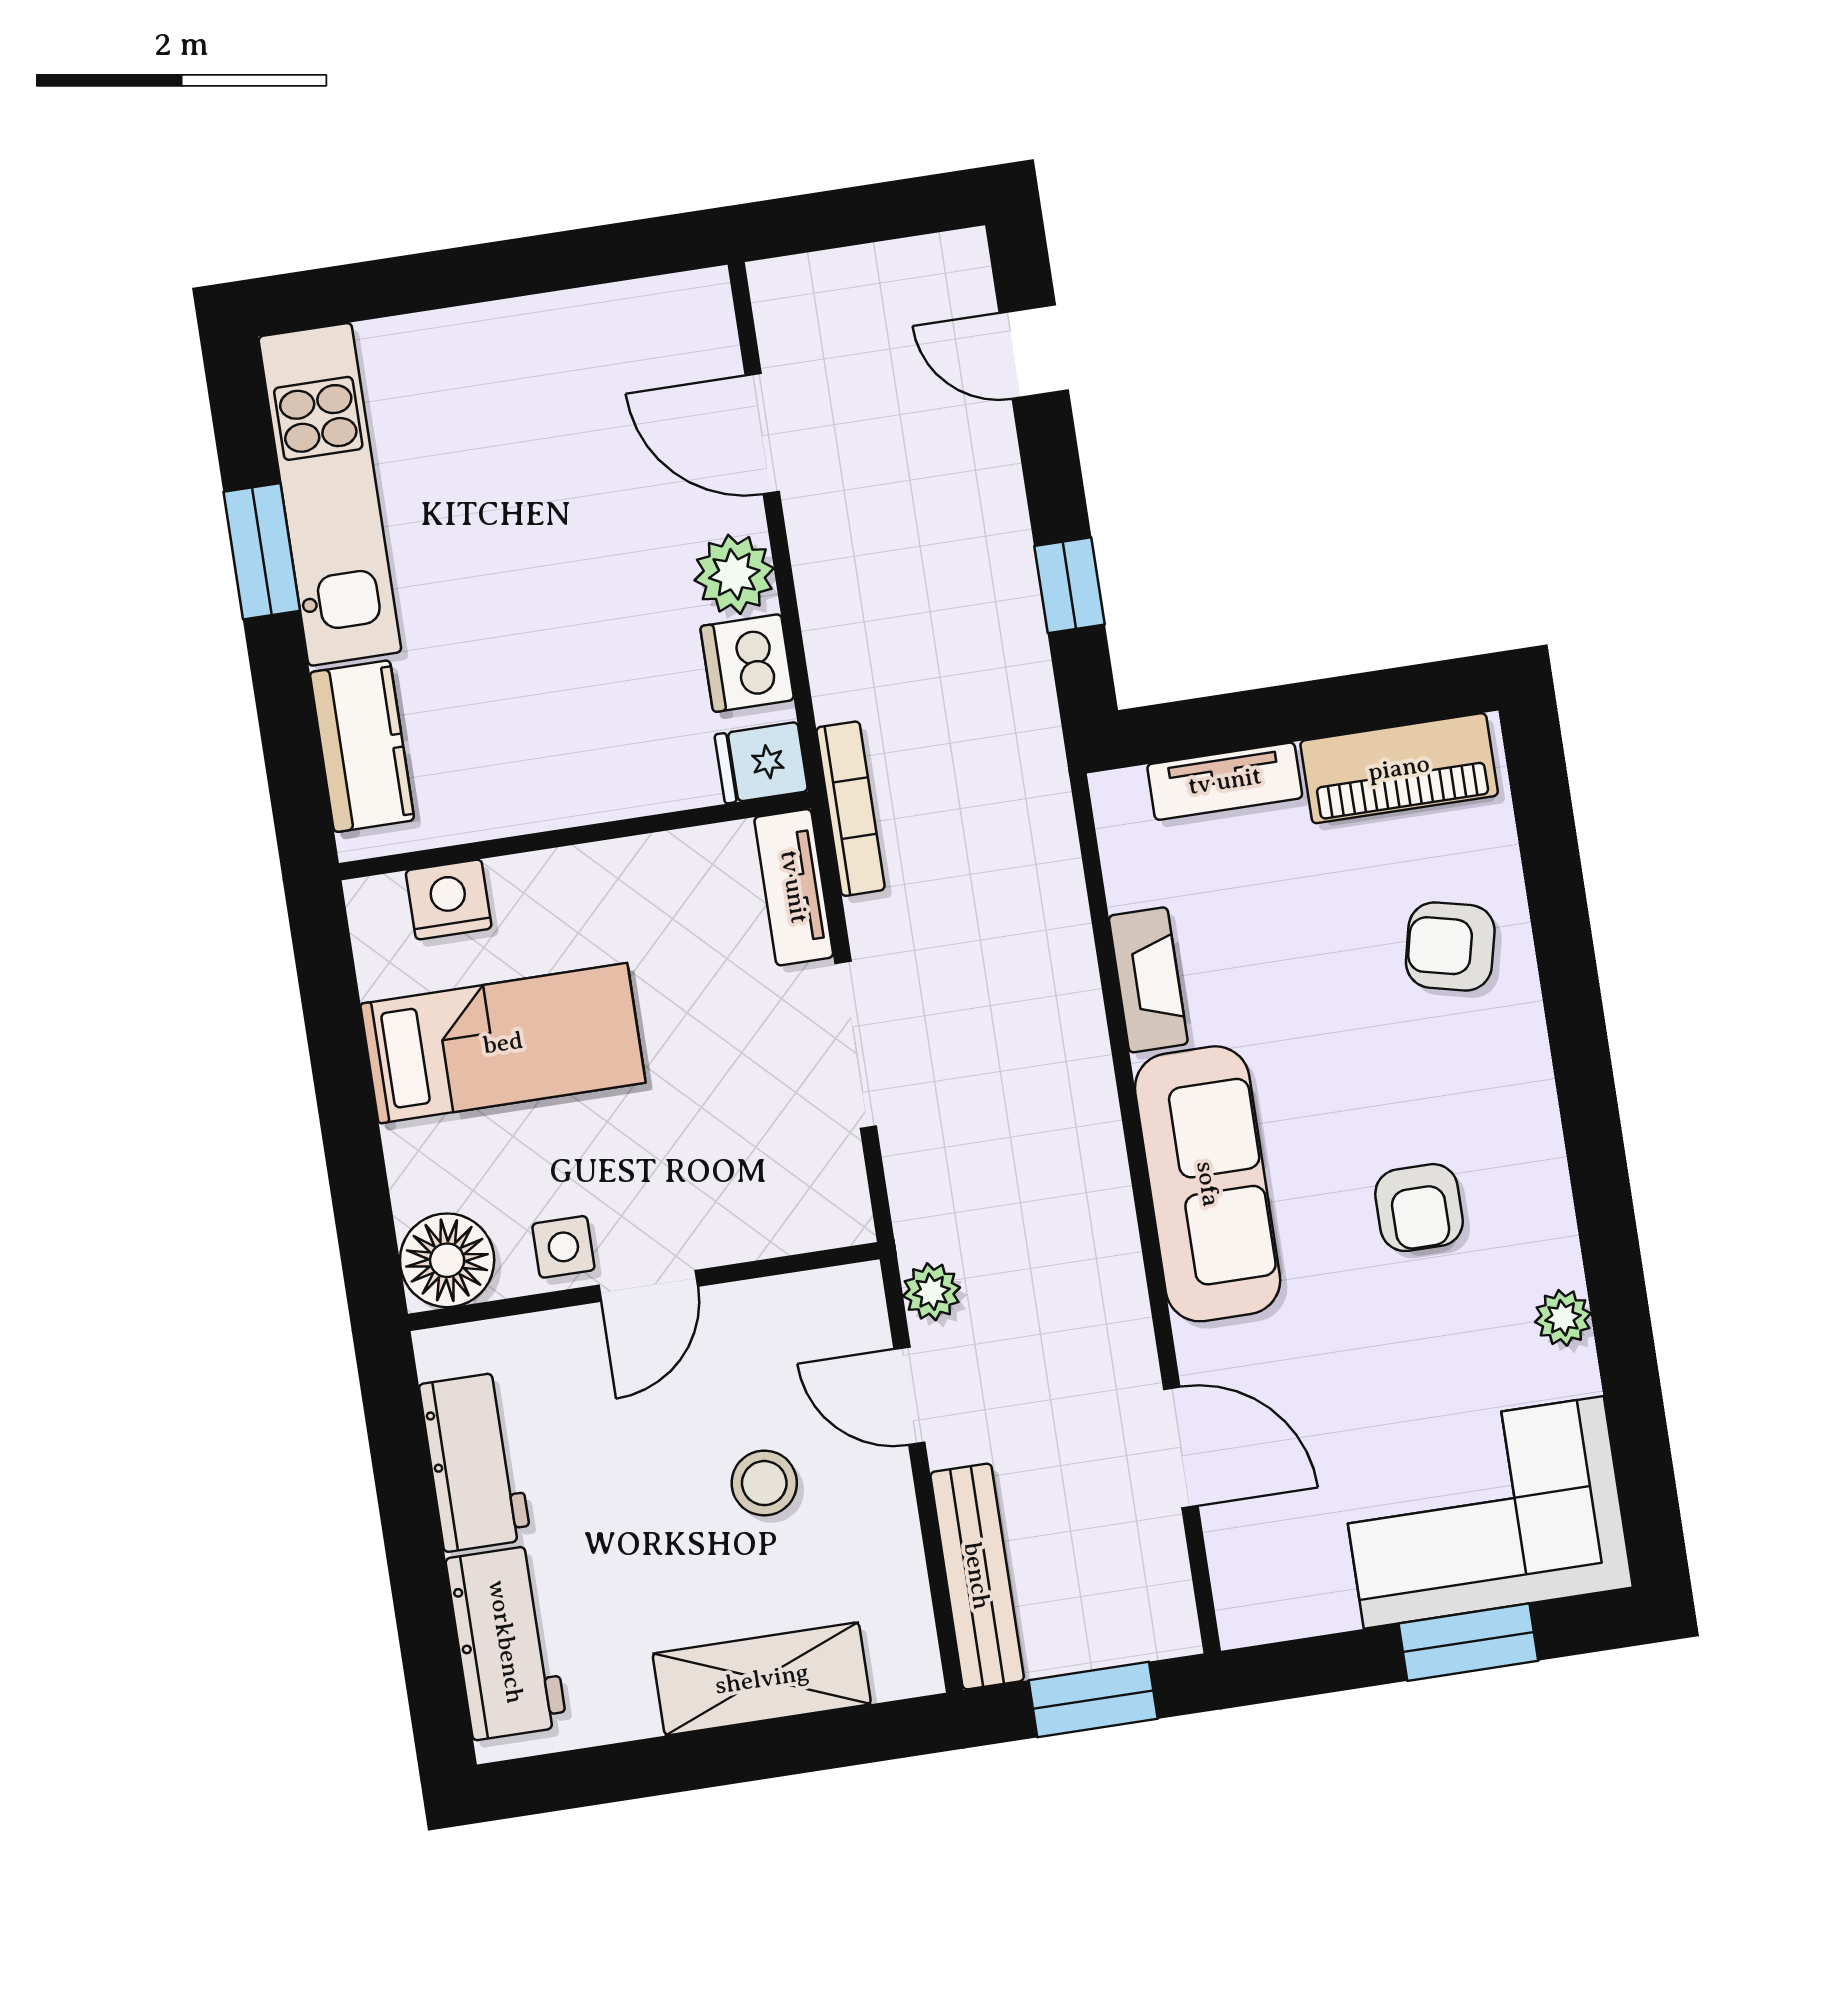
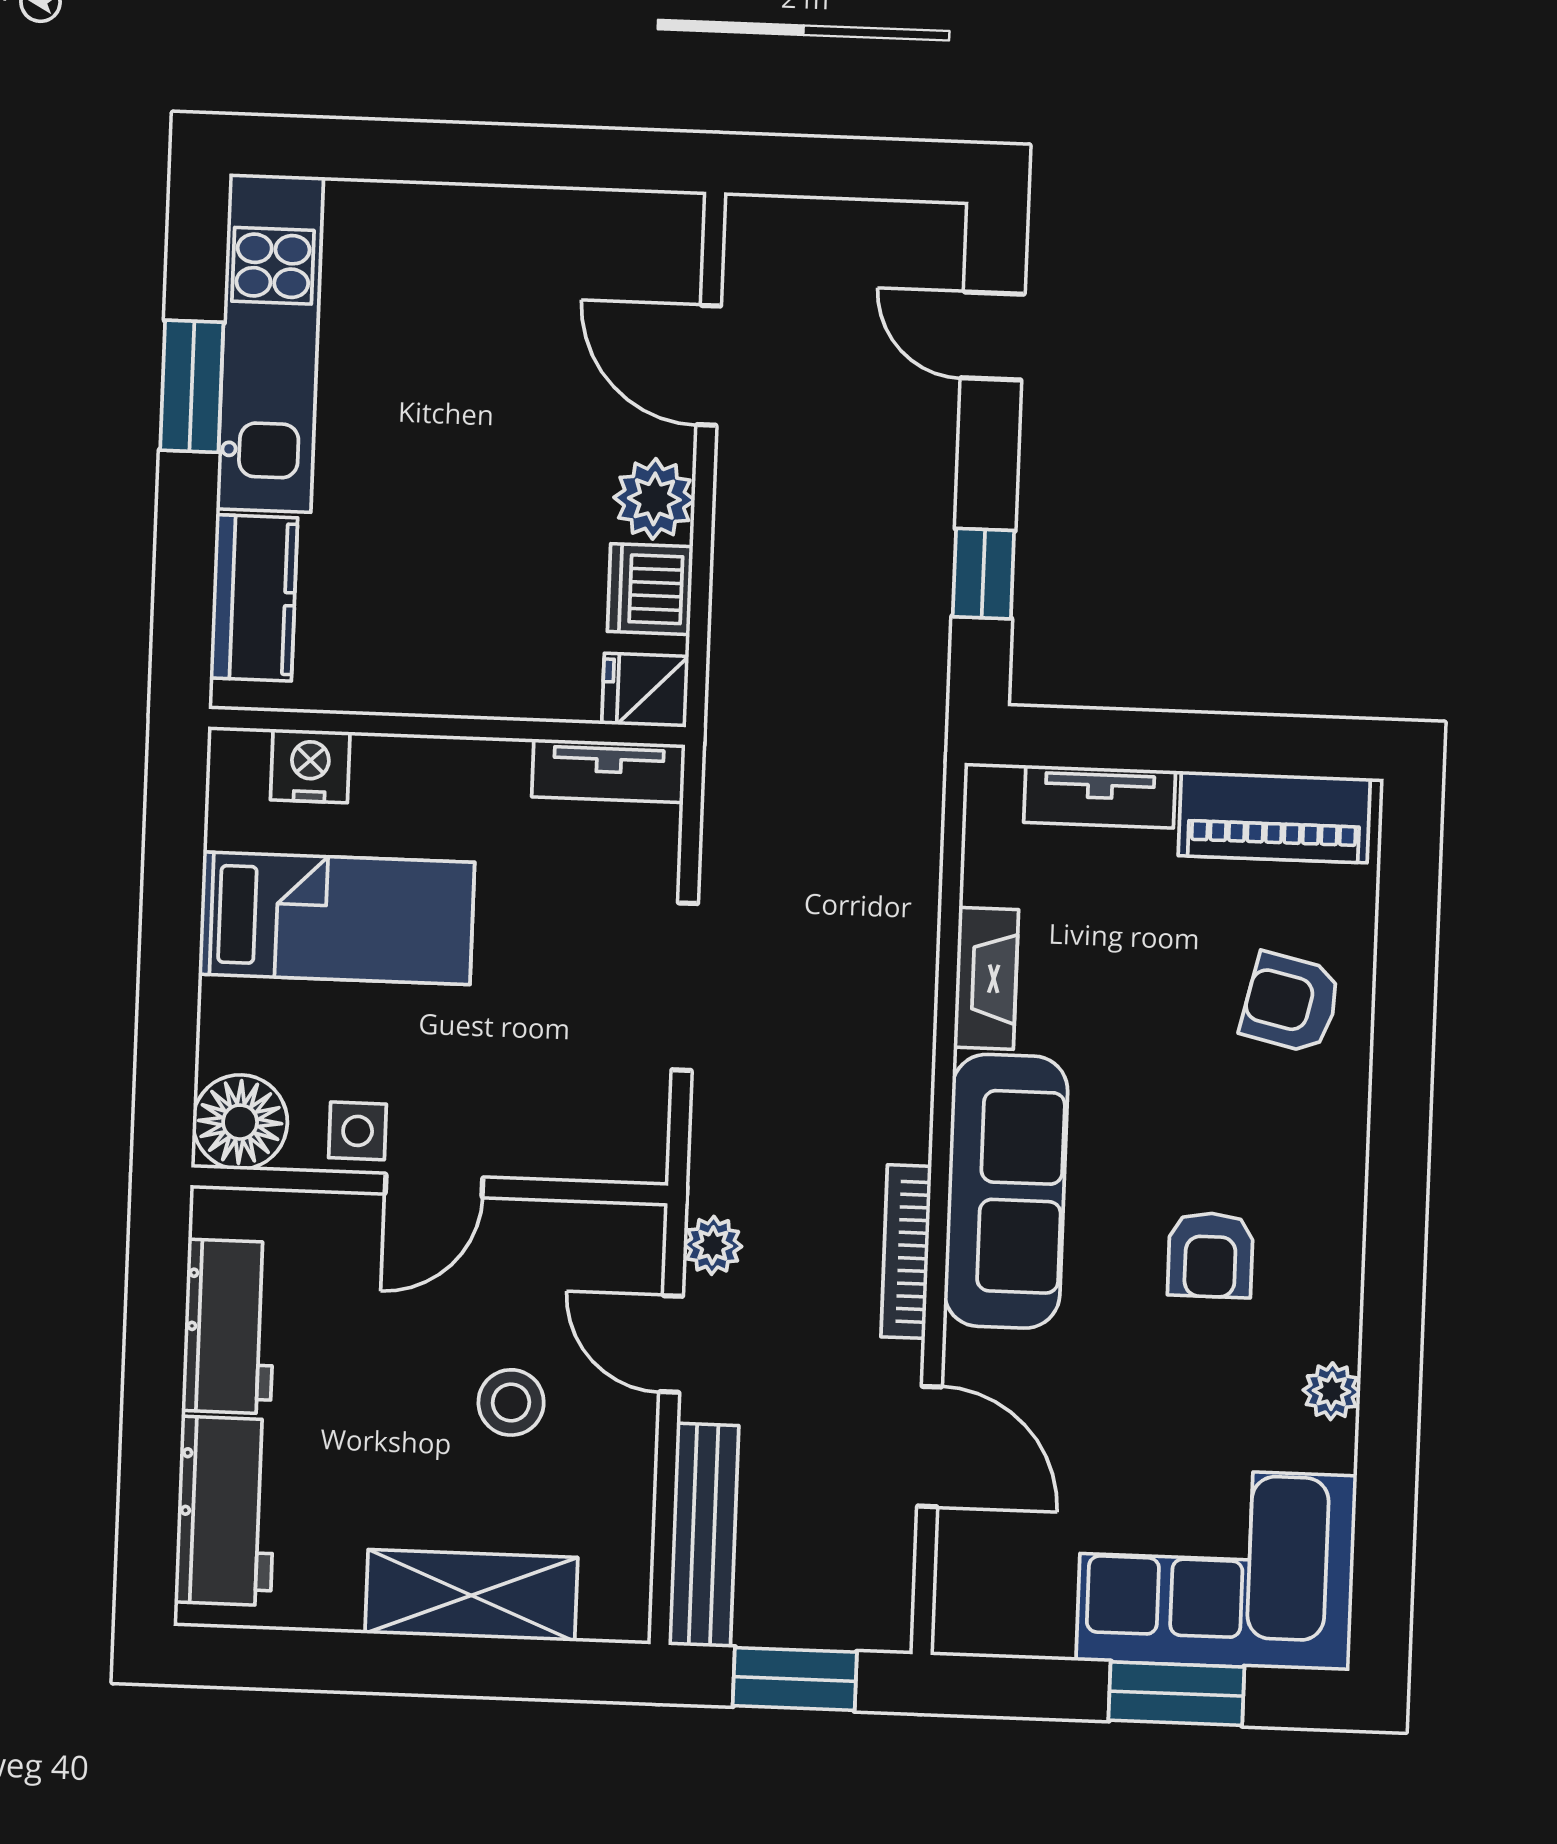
bookcase: (851, 809) -> (906, 1252), moved, turned 180
tv unit: (794, 887) -> (608, 771), moved, turned -90

